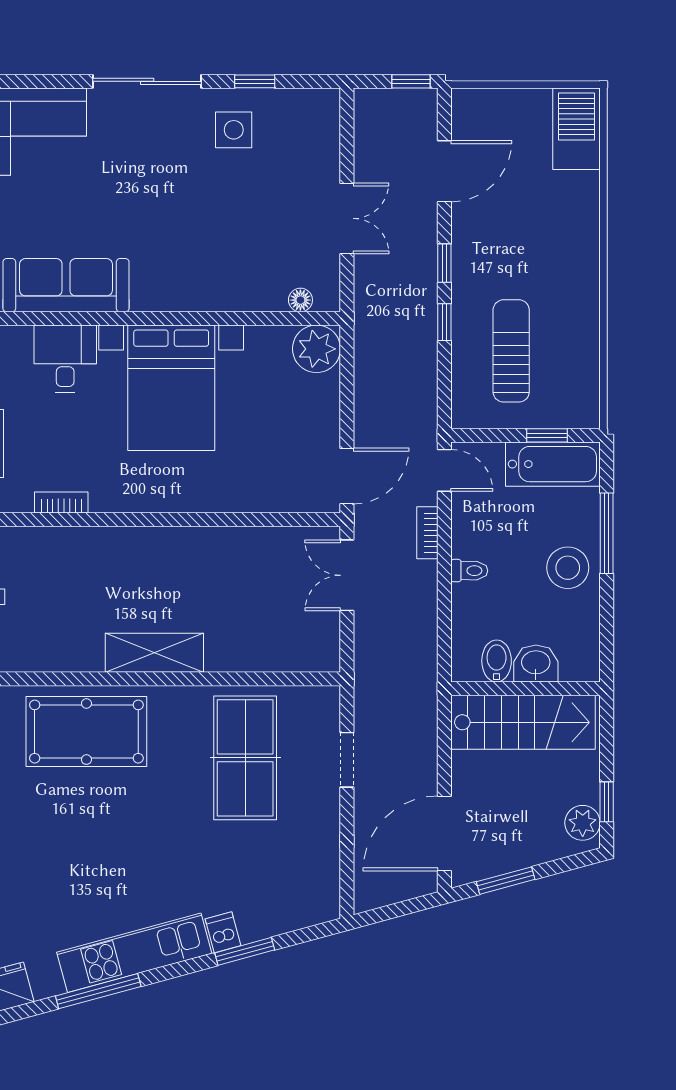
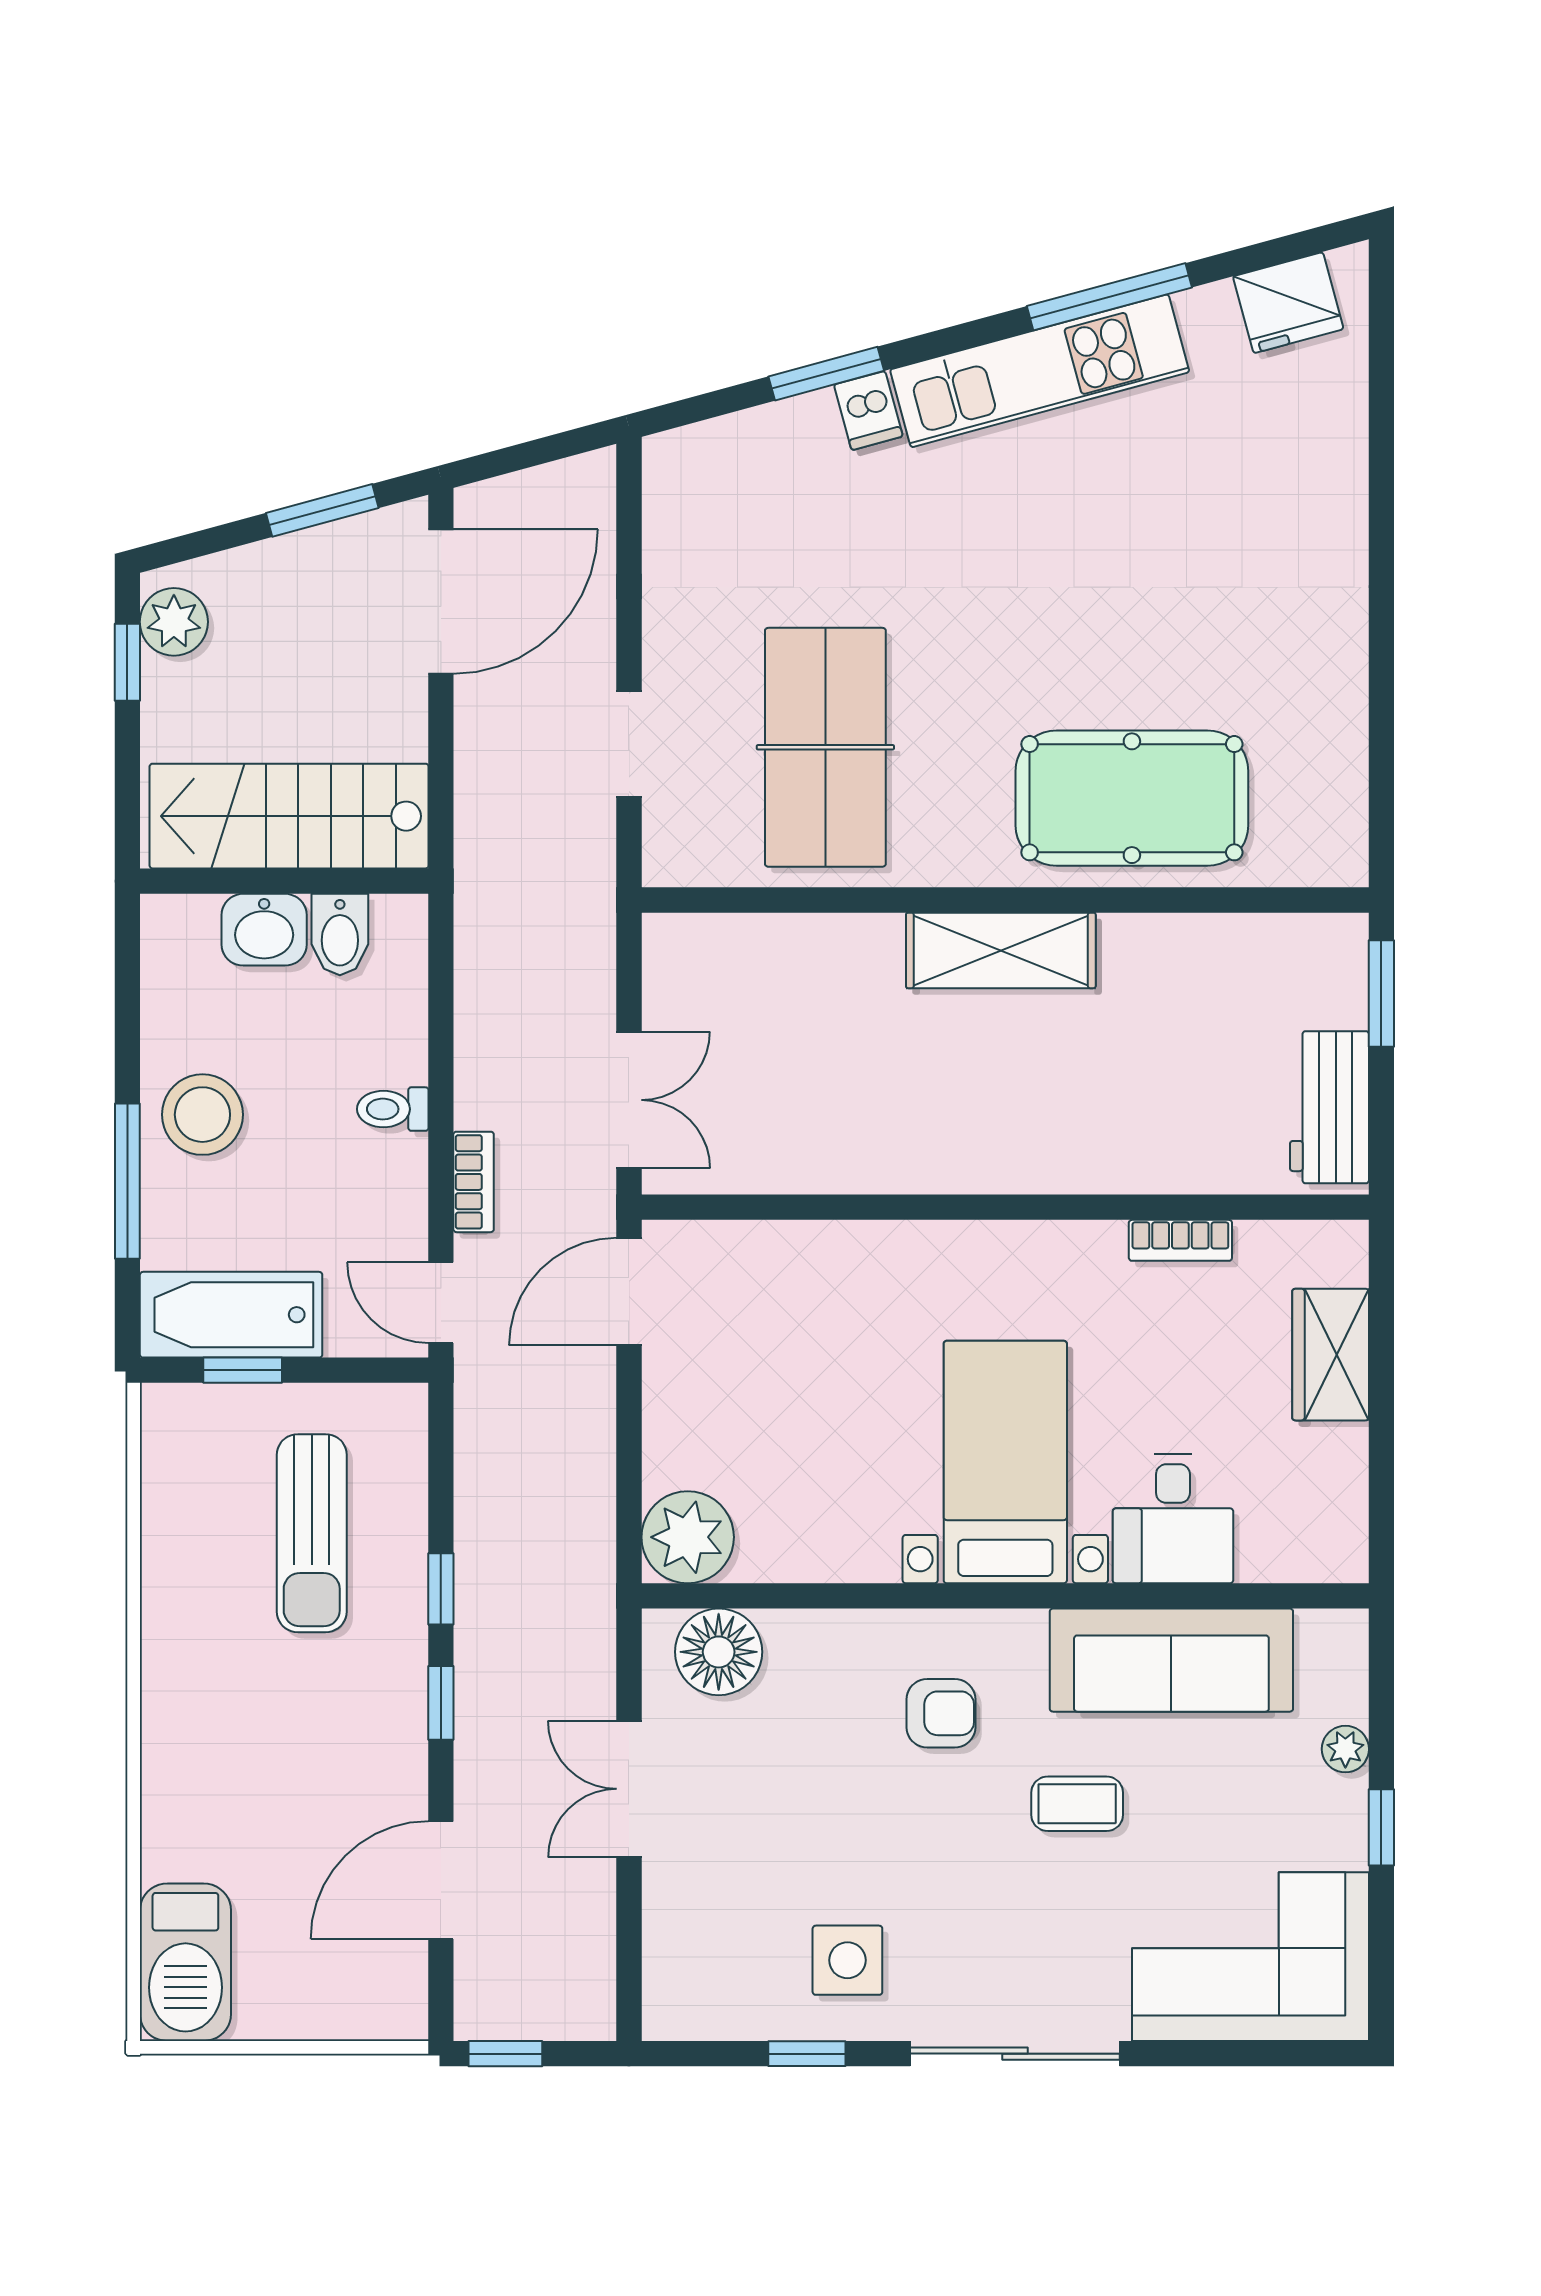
coffee table: (115, 211) -> (1077, 1804), added
armchair: (185, 258) -> (941, 1713), added
floor lamp: (300, 300) -> (719, 1652), width x1.89, depth x1.89
bed with nightstands: (171, 388) -> (1005, 1462), width x0.73

